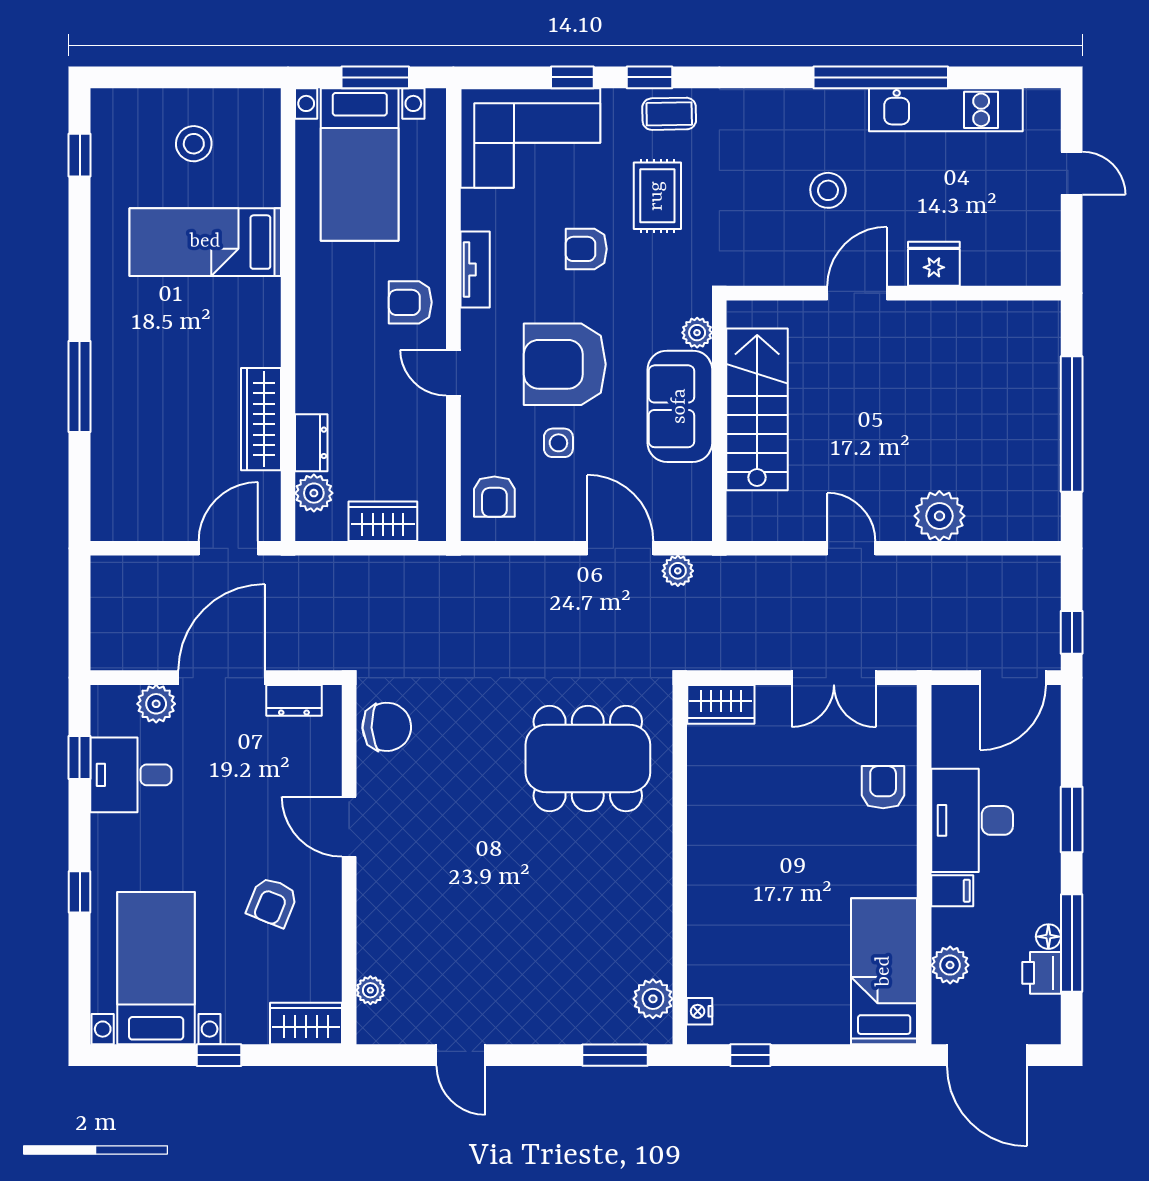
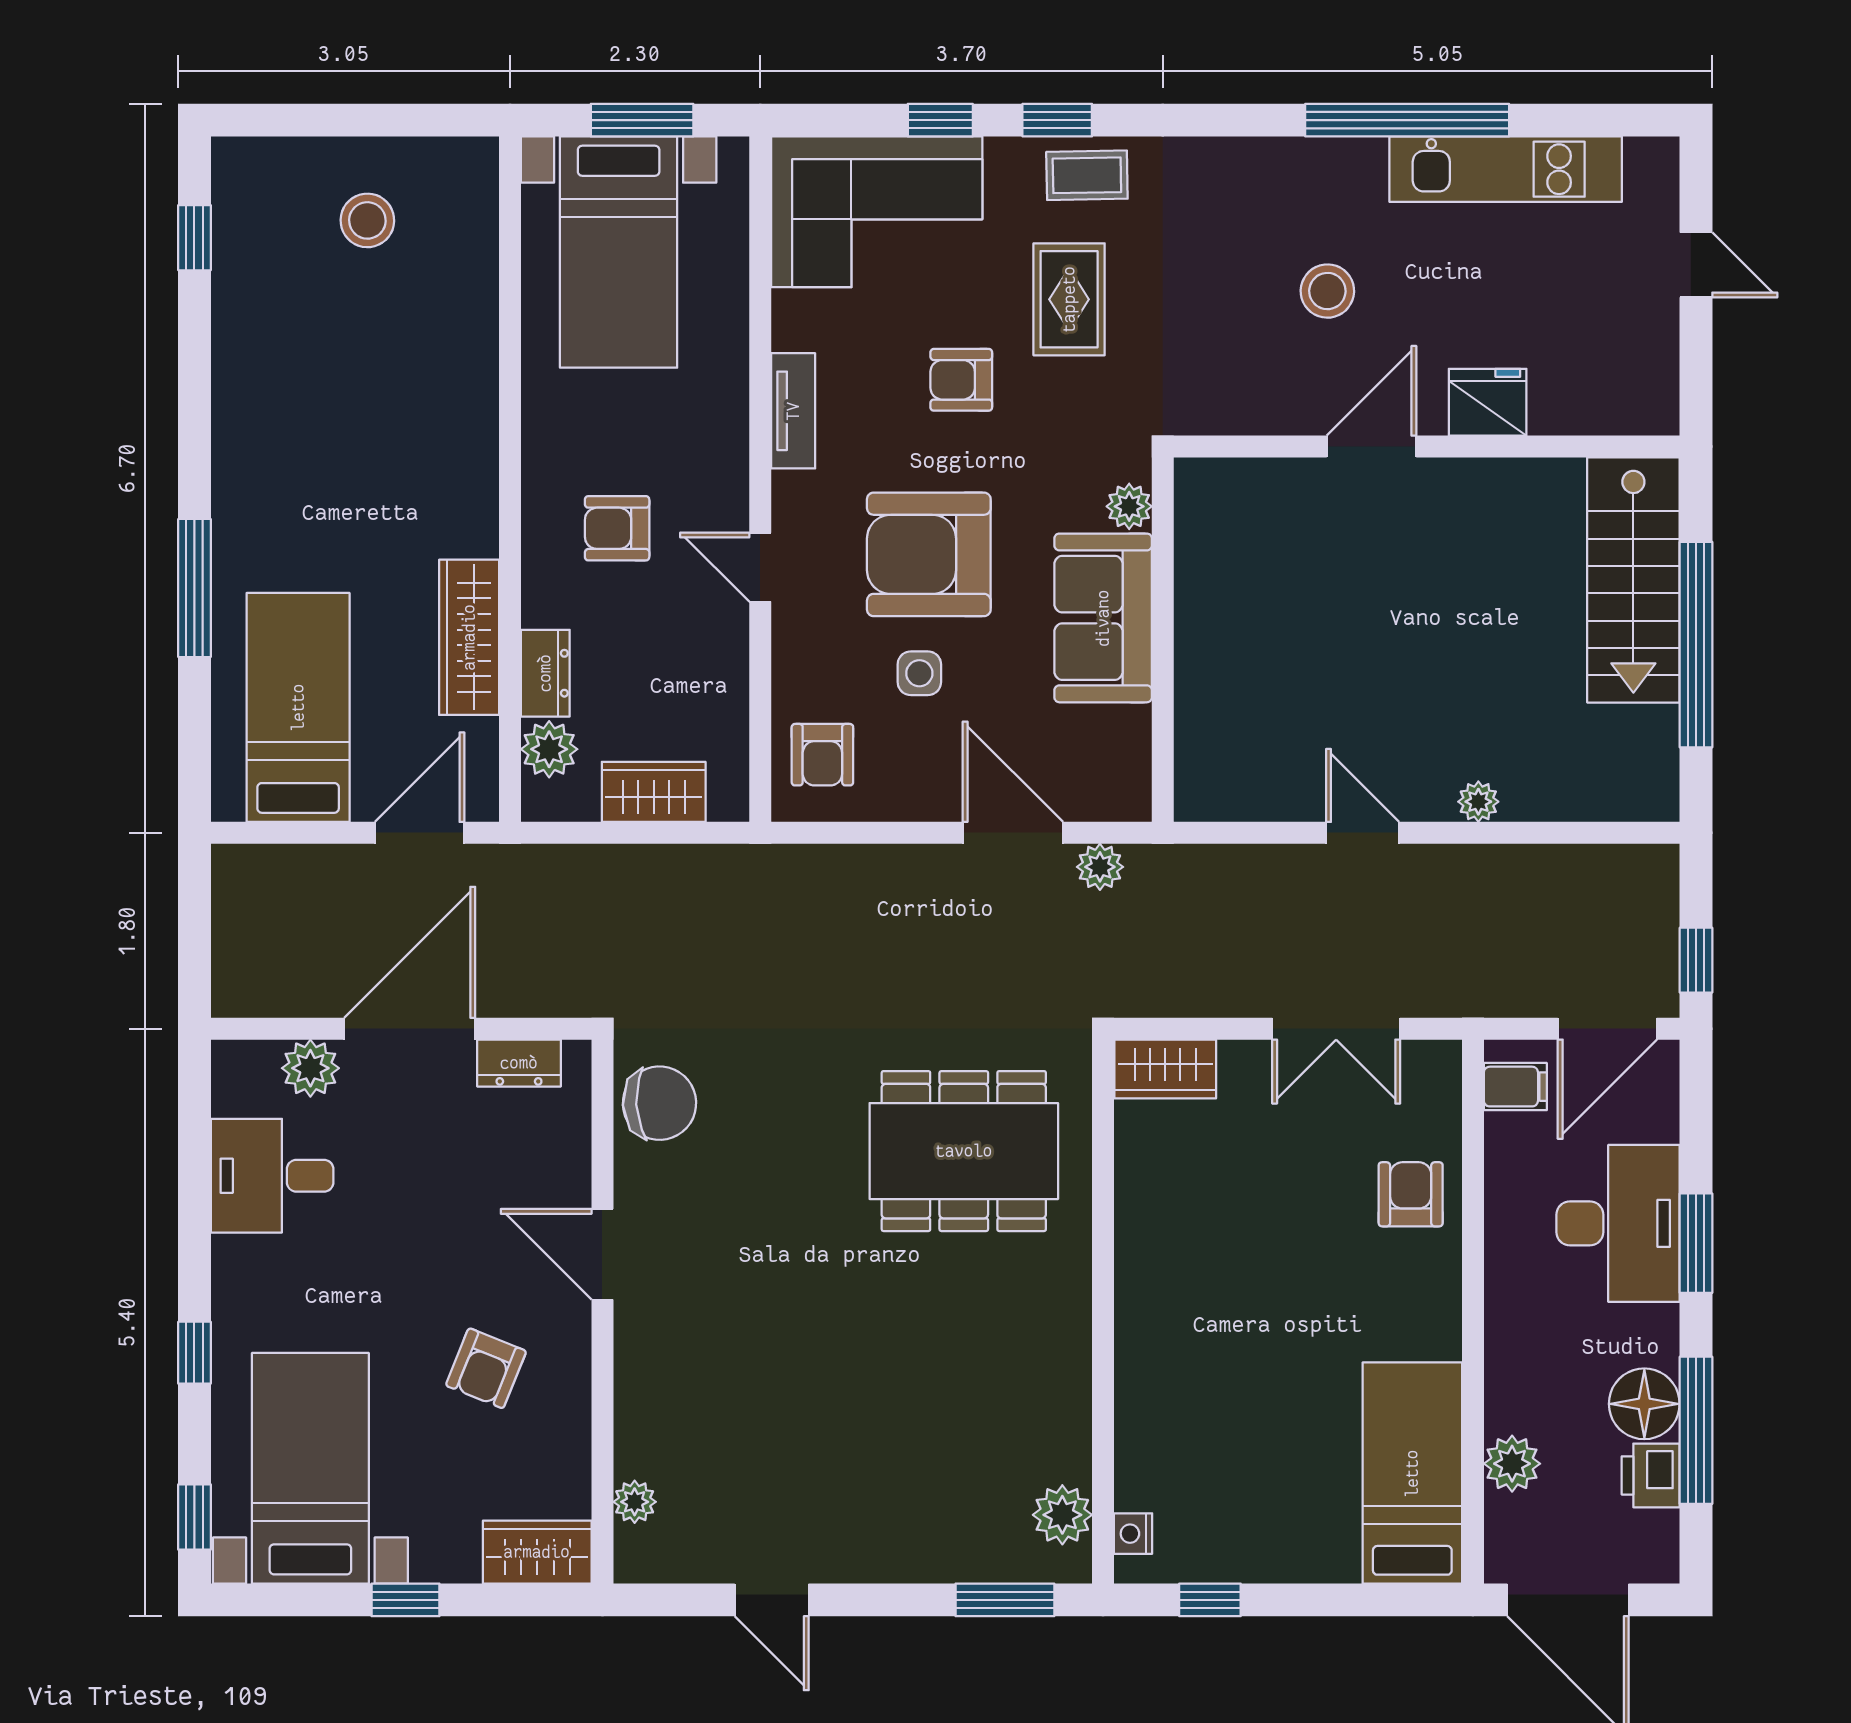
bed: (205, 242) -> (298, 707), moved, turned 90
armchair: (410, 302) -> (617, 528), moved
stairs: (757, 409) -> (1633, 580), moved, turned 180
plant: (939, 516) -> (1478, 802), width x0.53, depth x0.53
window: (80, 757) -> (194, 1517), moved
desk: (972, 820) -> (1618, 1223), moved, turned 180
filing cabinet: (952, 891) -> (1515, 1087), moved
floor lamp: (1048, 937) -> (1644, 1404), width x1.89, depth x1.89

